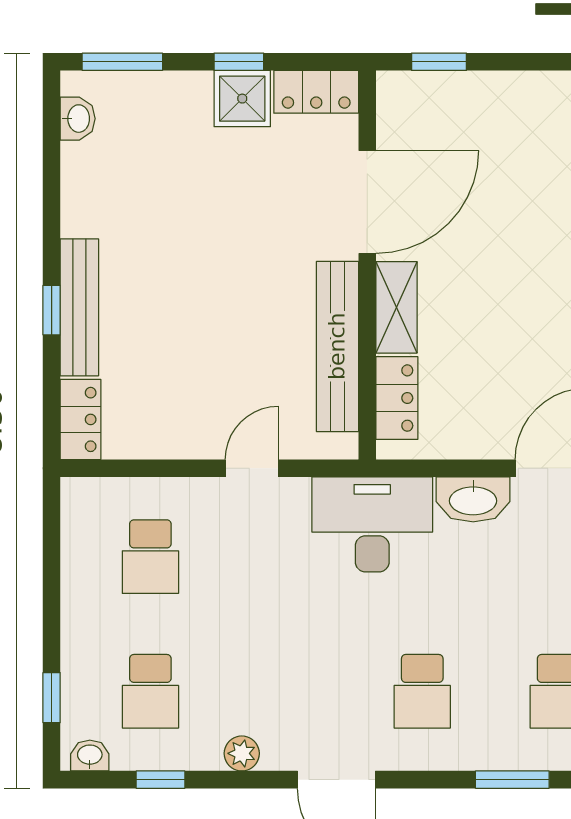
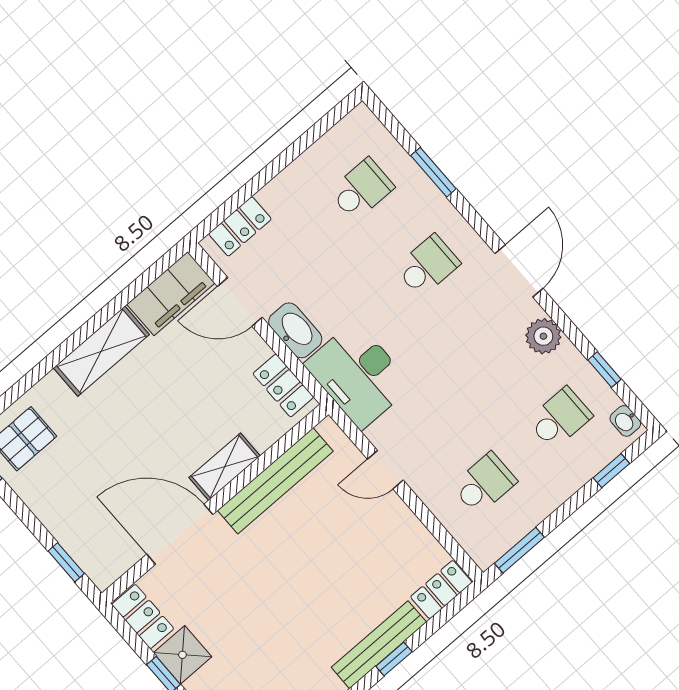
locker: (397, 398) -> (283, 385), moved, turned -90
window: (52, 534) -> (519, 550), added
plant: (242, 753) -> (543, 336), width x1.38, depth x1.38

